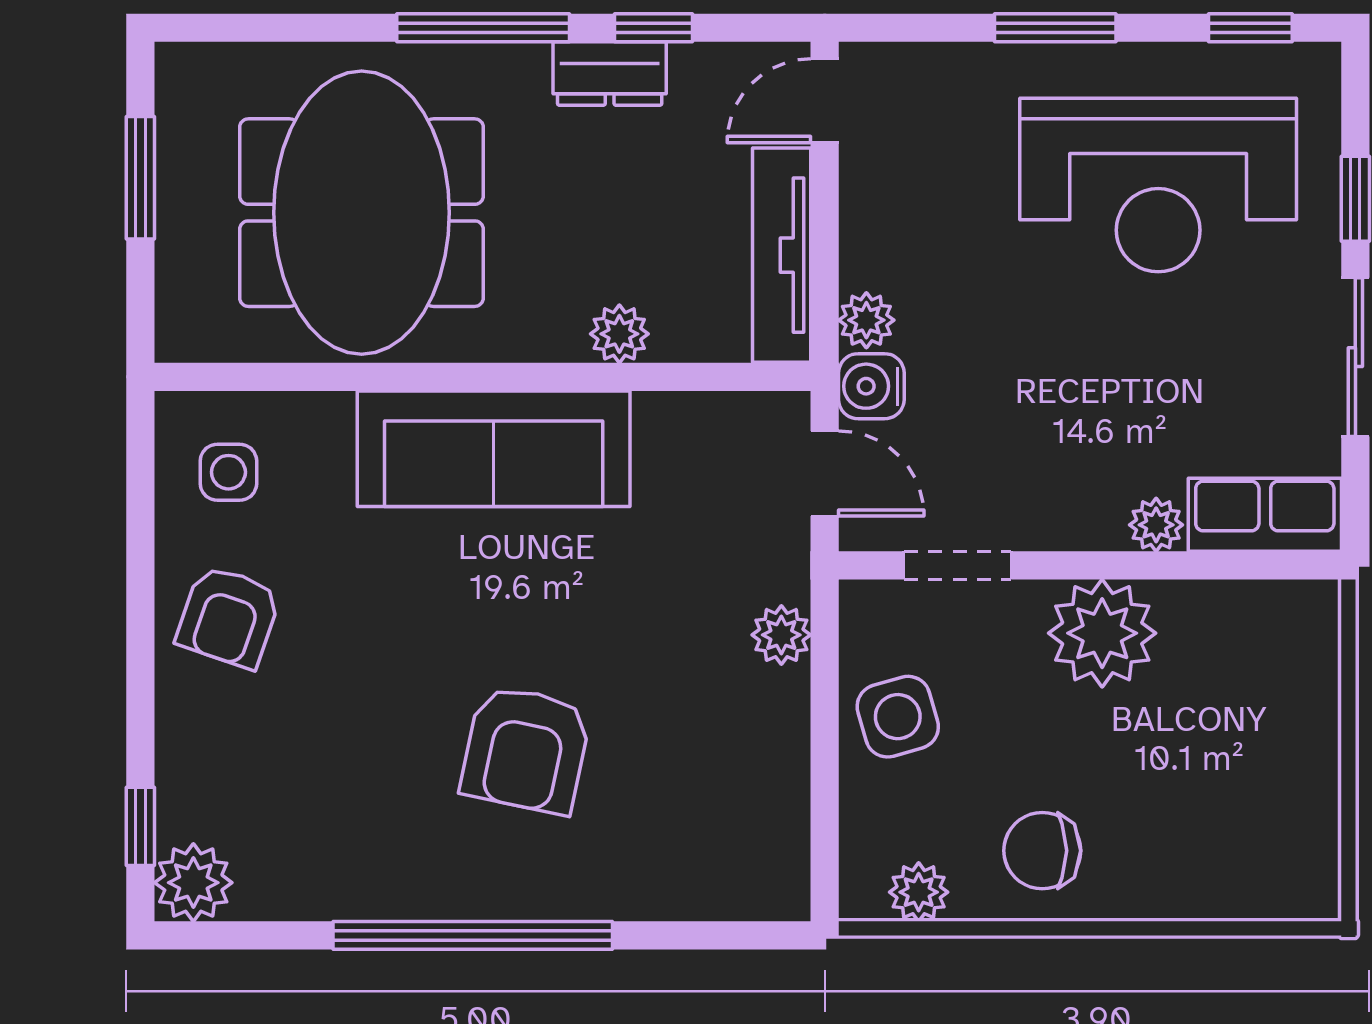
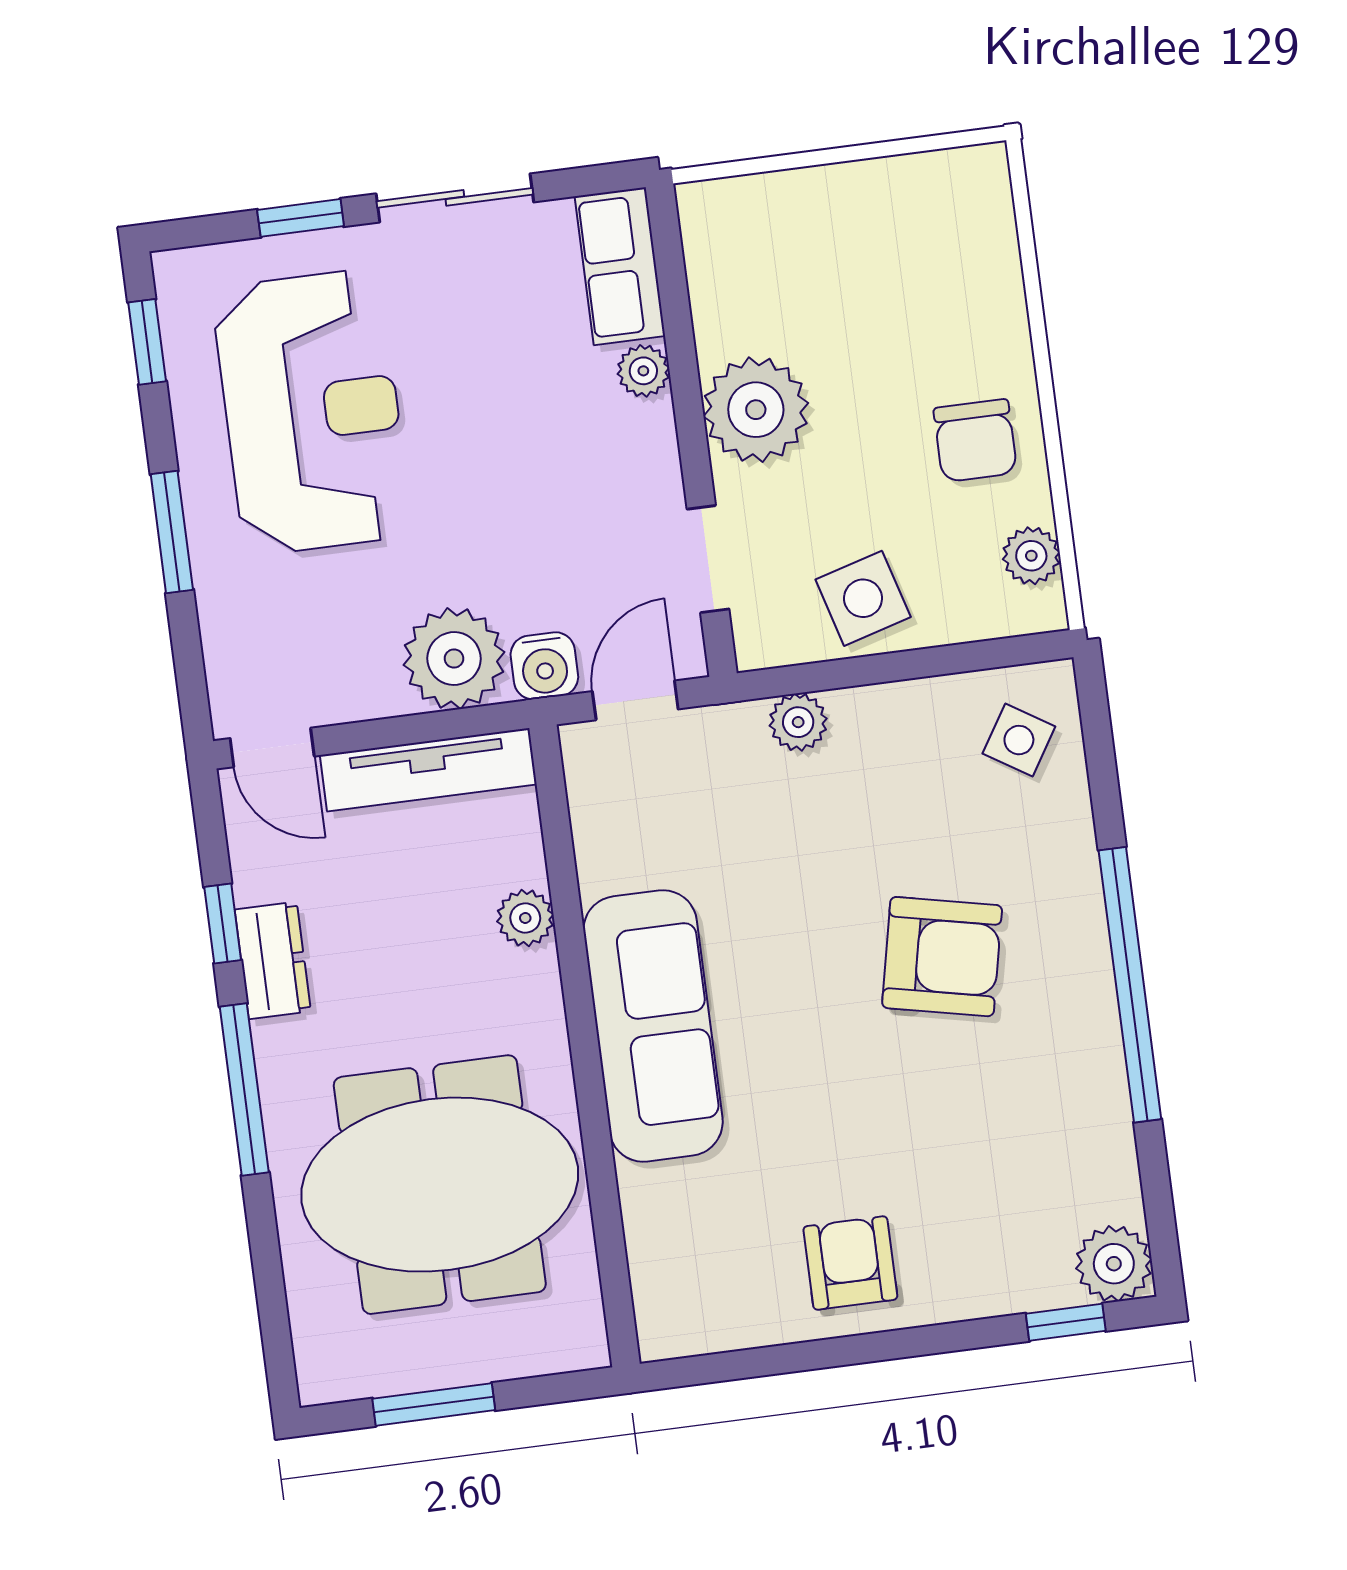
plant: (866, 320) -> (454, 658), width x1.88, depth x1.88
side table: (228, 472) -> (1019, 740), moved, turned 32
armchair: (229, 617) -> (850, 1263), turned -109

